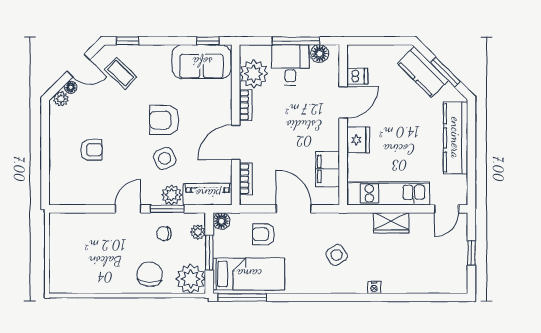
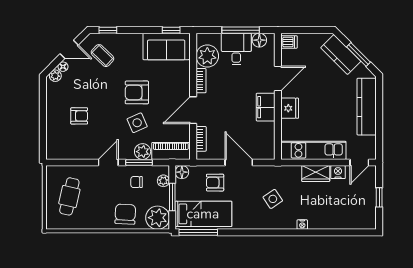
dishwasher: (357, 76) -> (289, 42), moved
filing cabinet: (328, 169) -> (266, 107), moved
nightstand: (419, 221) -> (338, 172), added
cafe table: (79, 252) -> (69, 196), added

